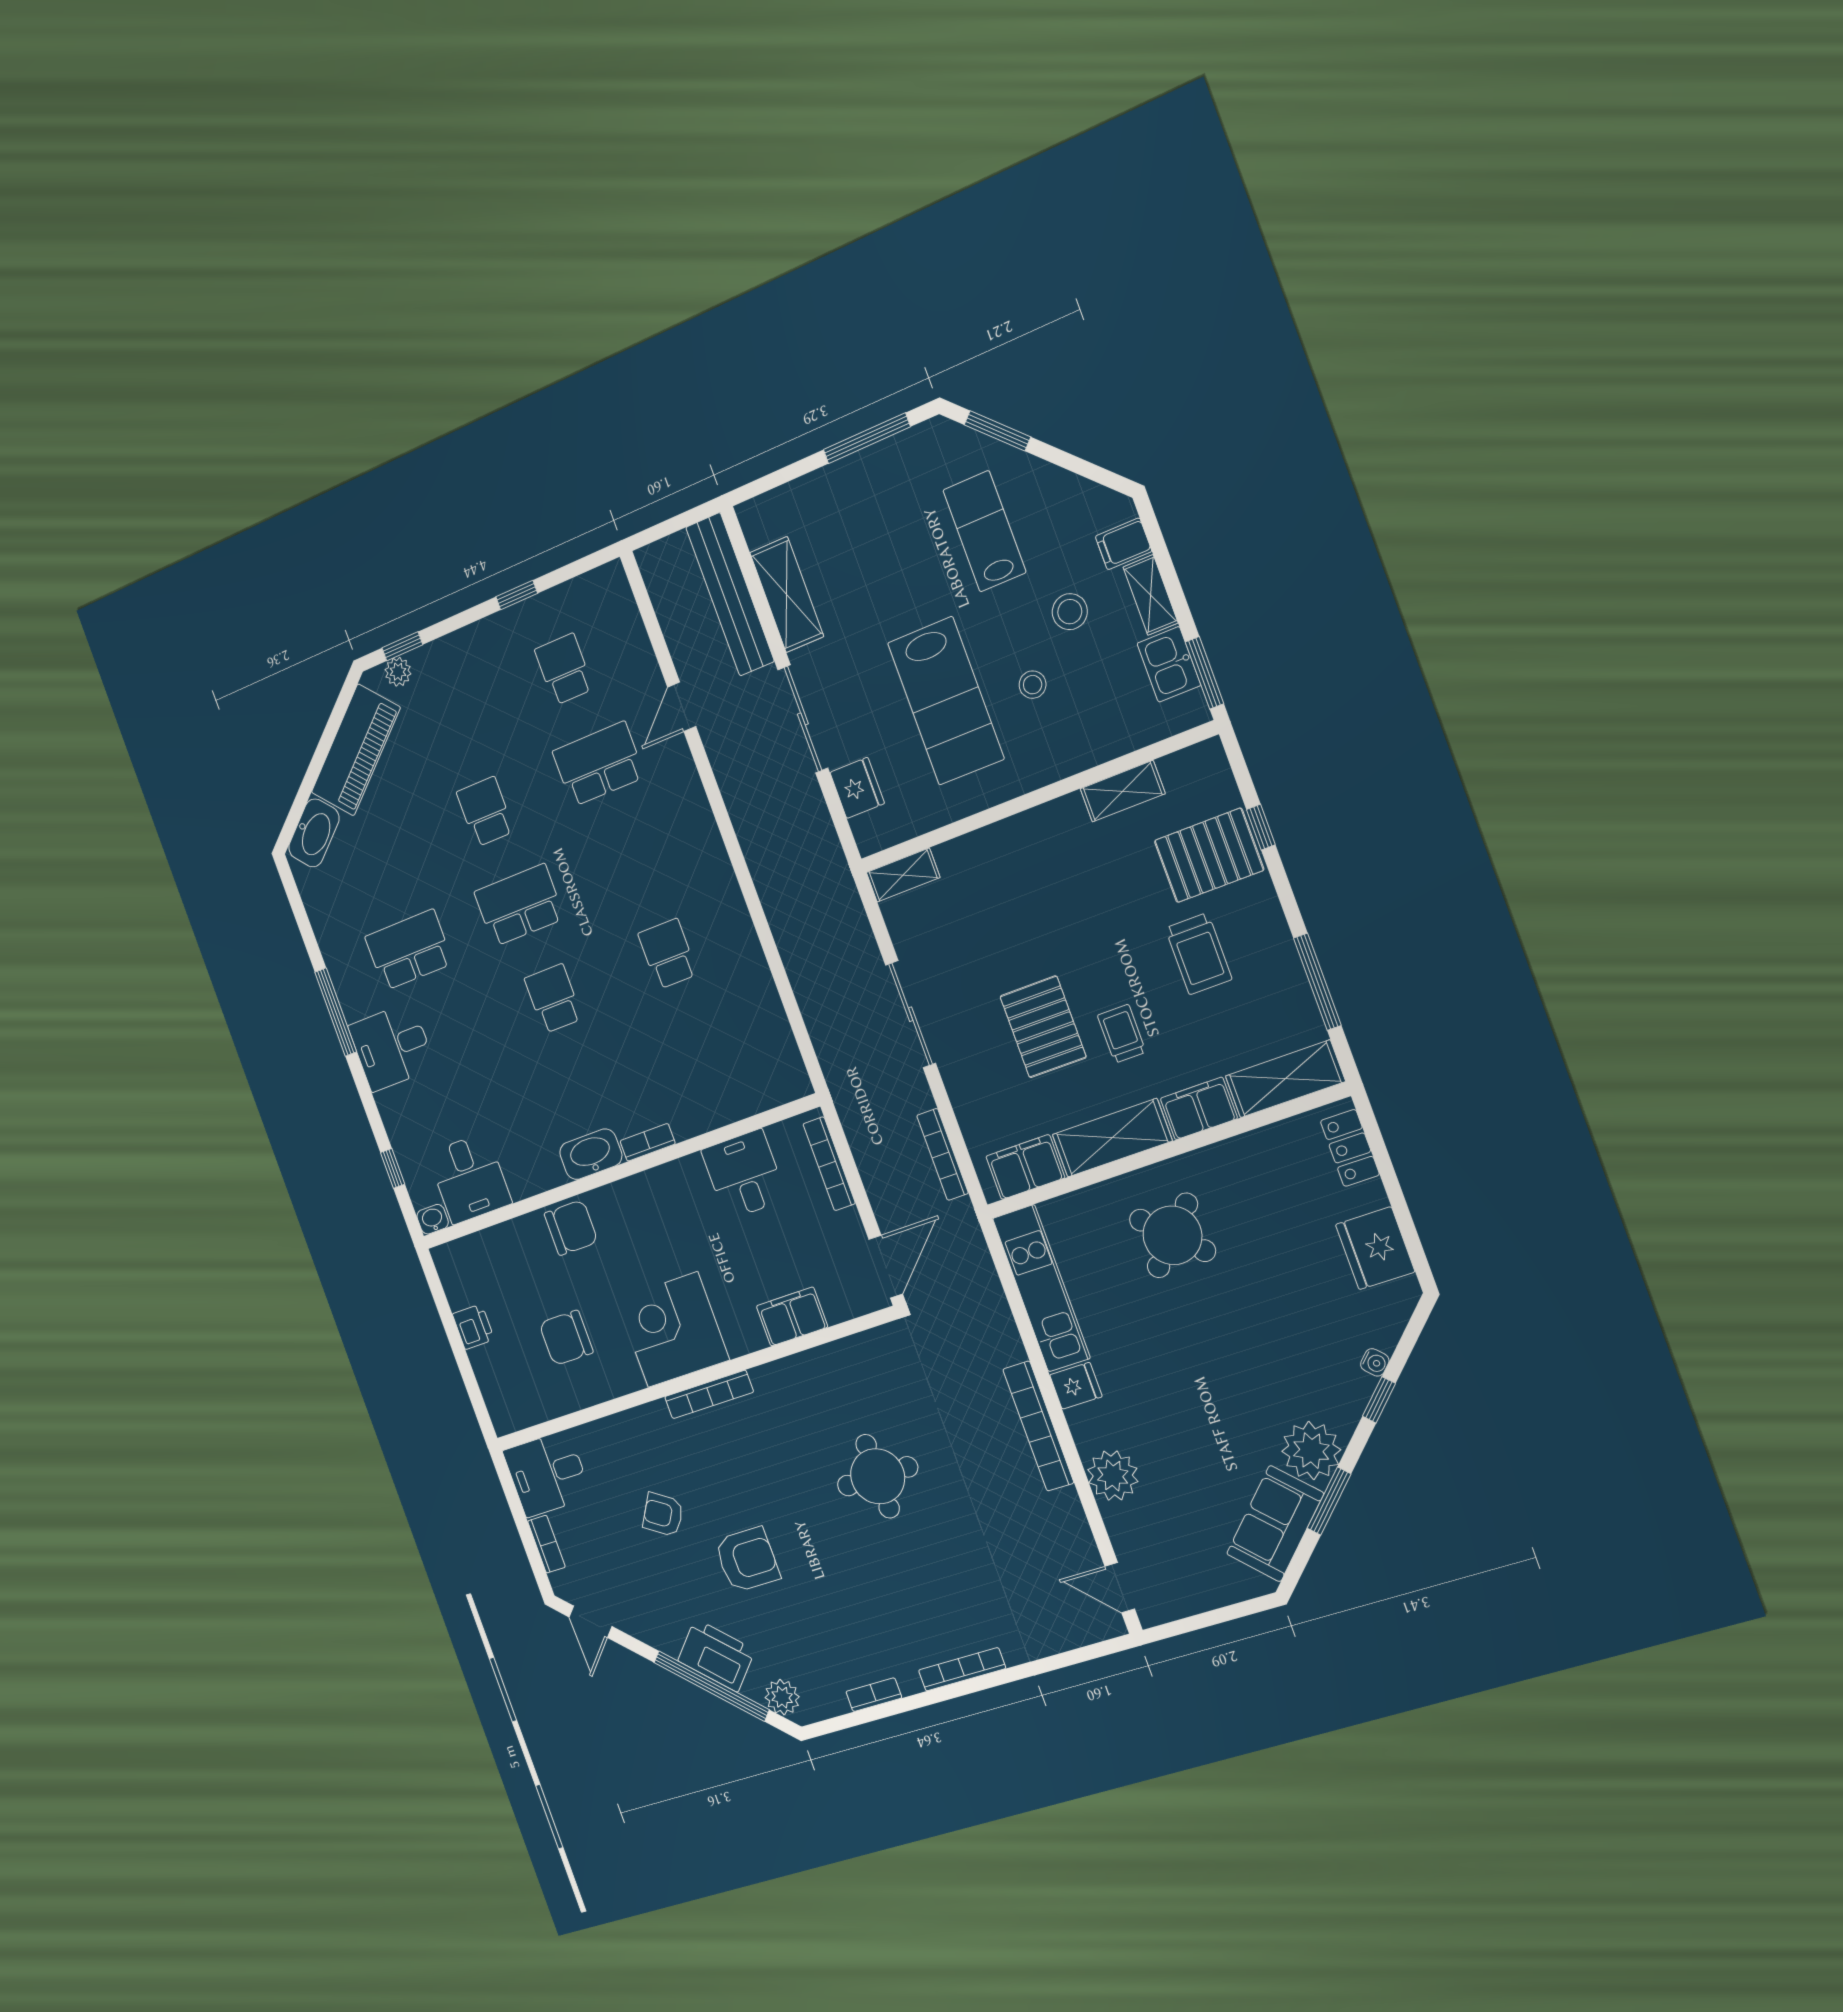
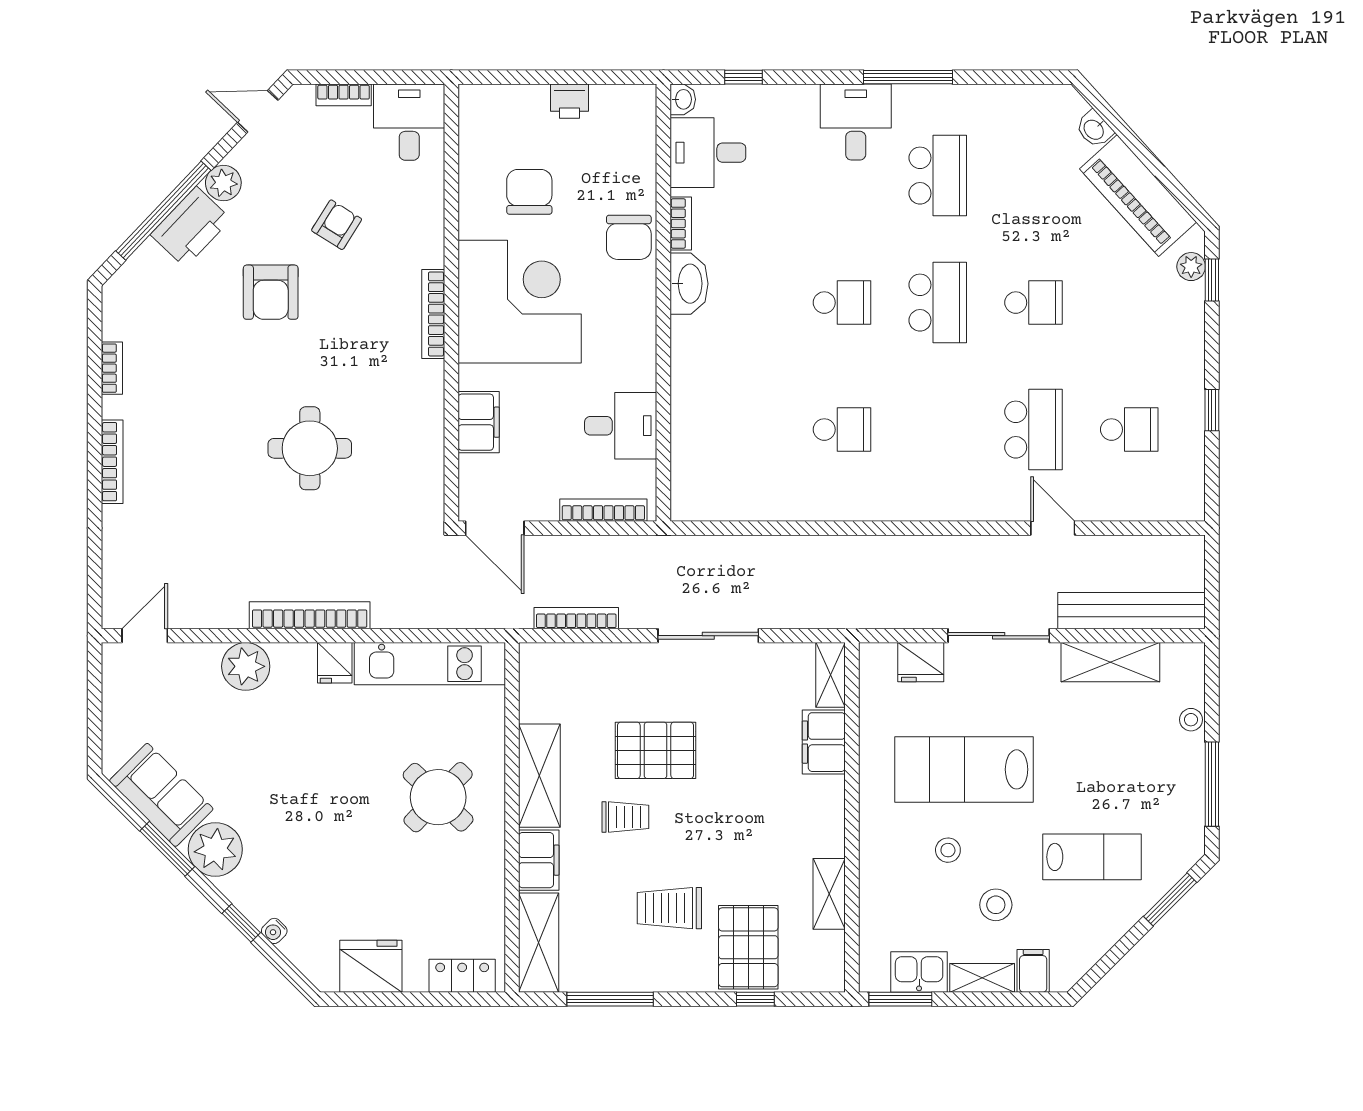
stool: (812, 488) -> (1191, 720), added
washbasin: (314, 833) -> (1094, 129), width x0.52, depth x0.69
bookcase: (648, 1142) -> (681, 223), moved
filing cabinet: (1025, 1167) -> (824, 742), moved, turned 180
corner desk: (673, 1330) -> (520, 302), width x1.36, depth x1.36
plant: (782, 1697) -> (223, 183), moved

